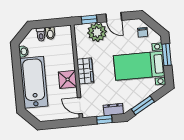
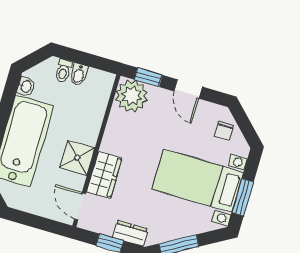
plant: (97, 32) -> (132, 96), moved
window: (167, 55) -> (243, 197), moved
wardrobe: (85, 71) -> (104, 175), moved

